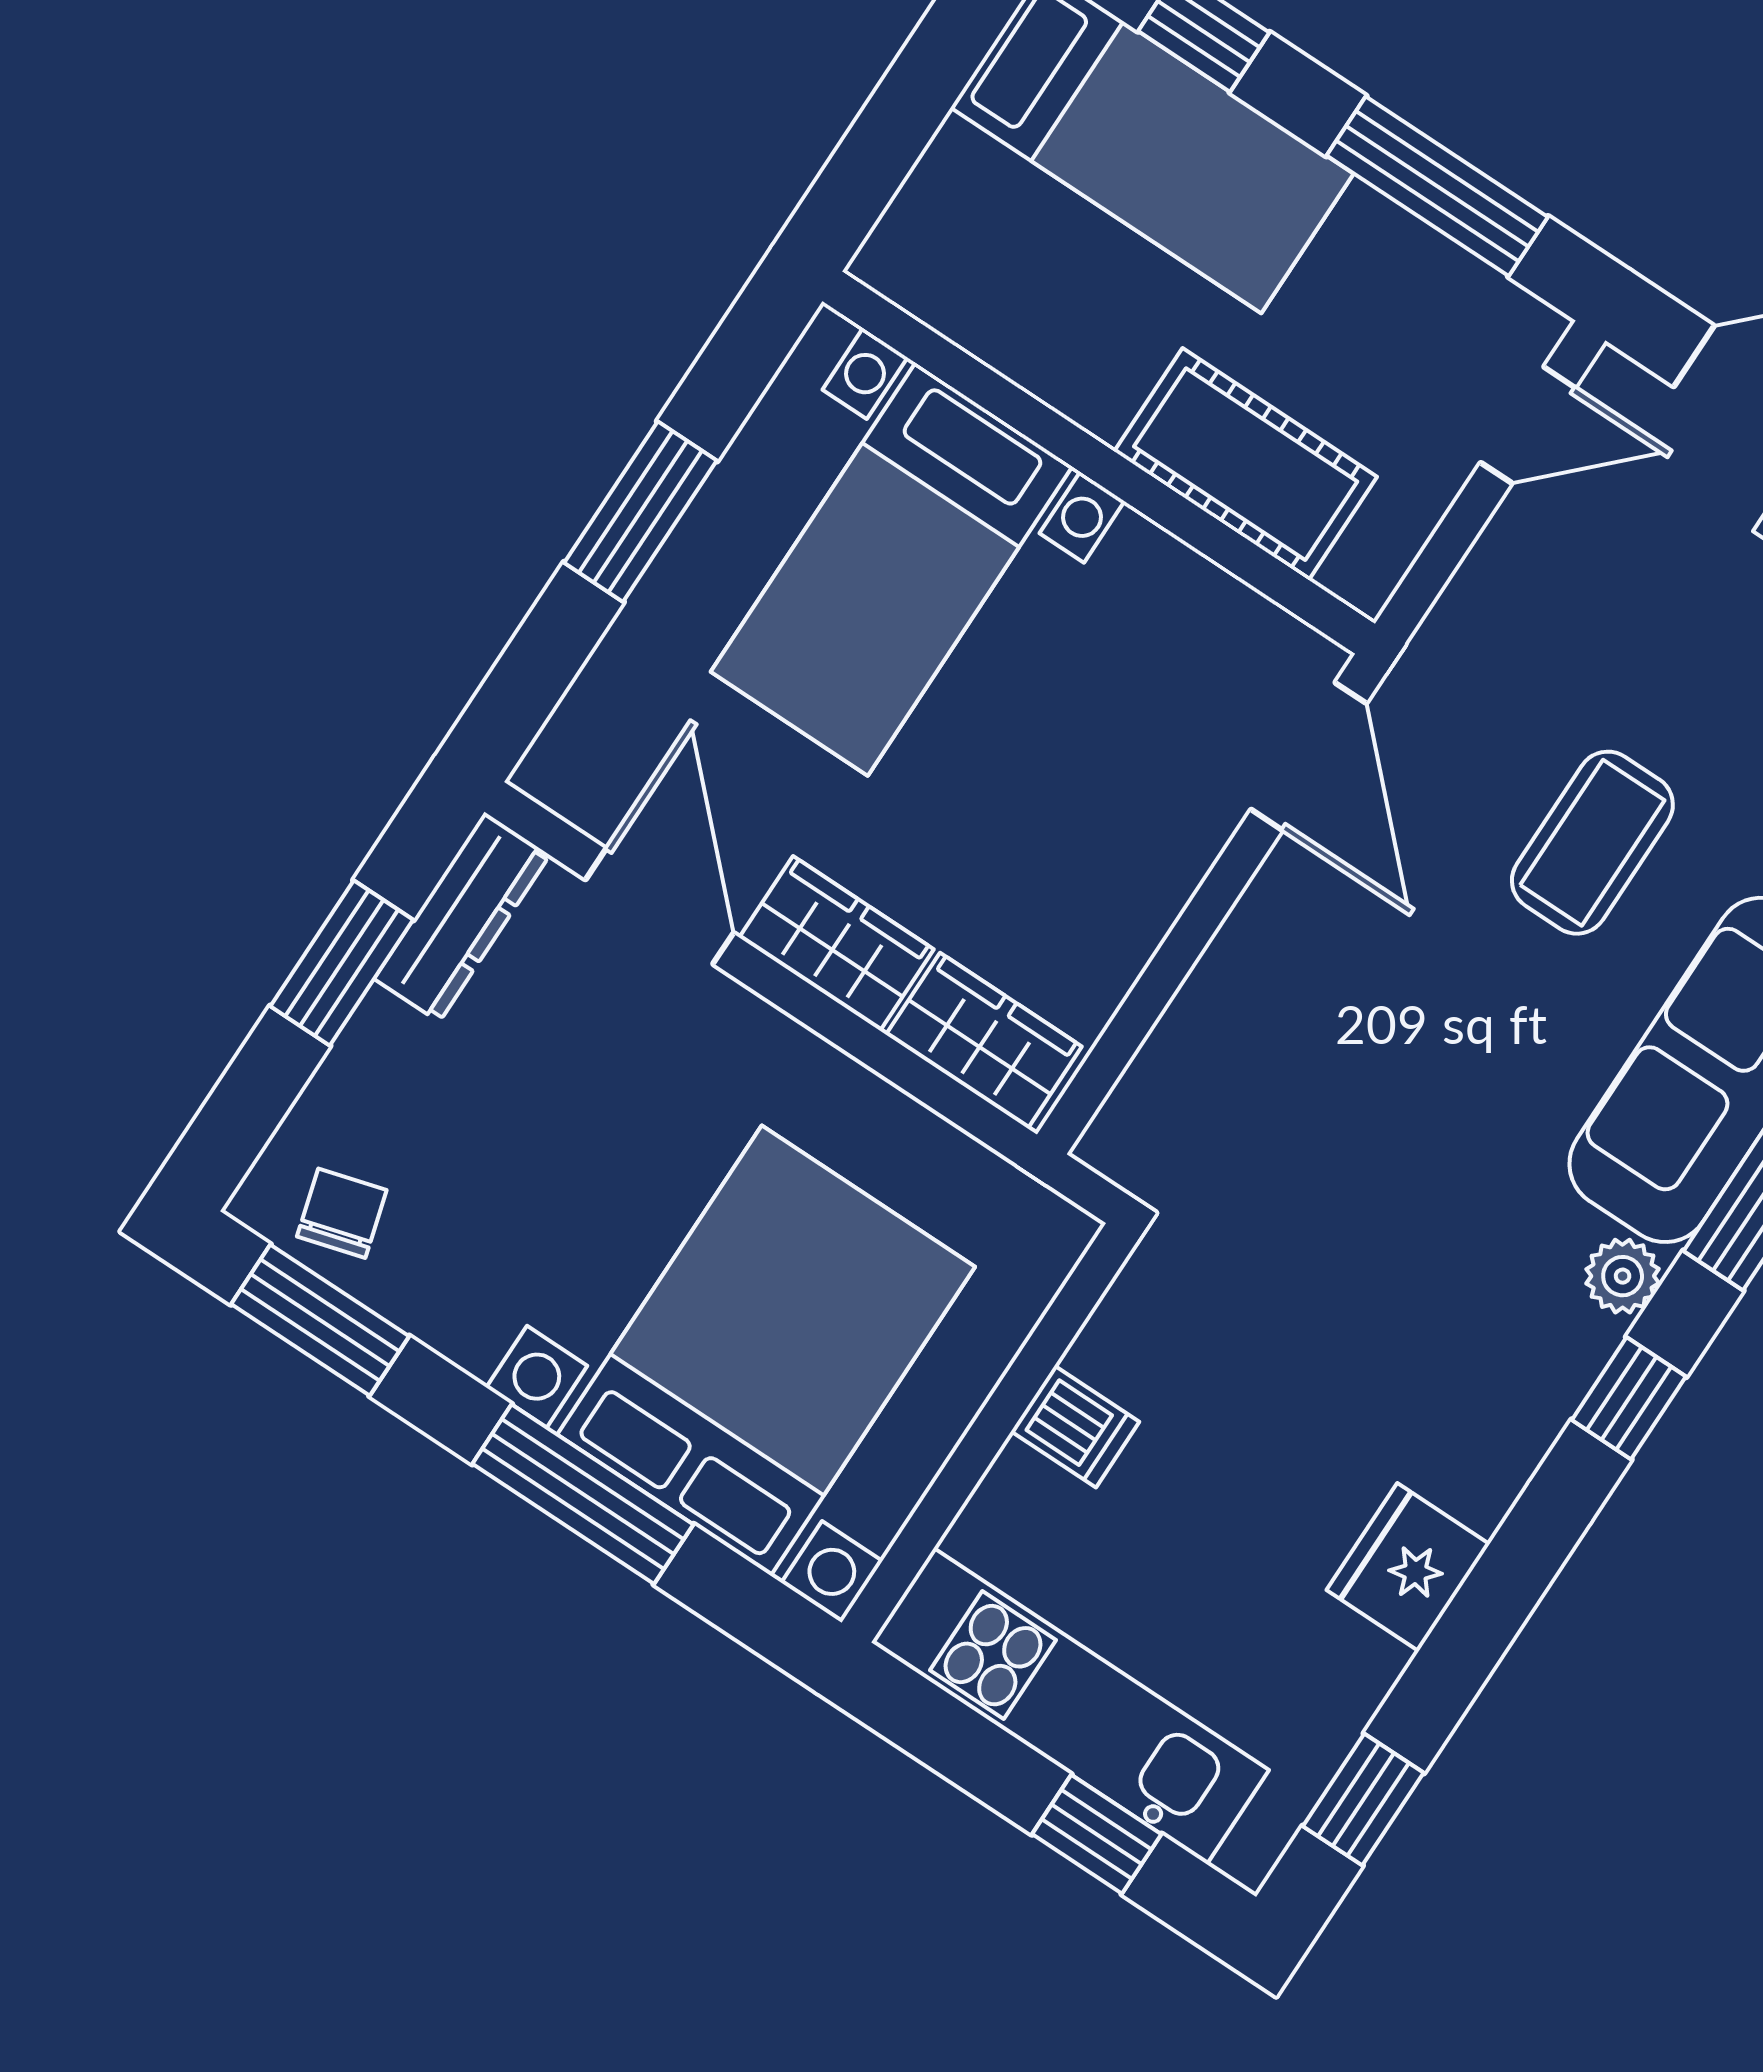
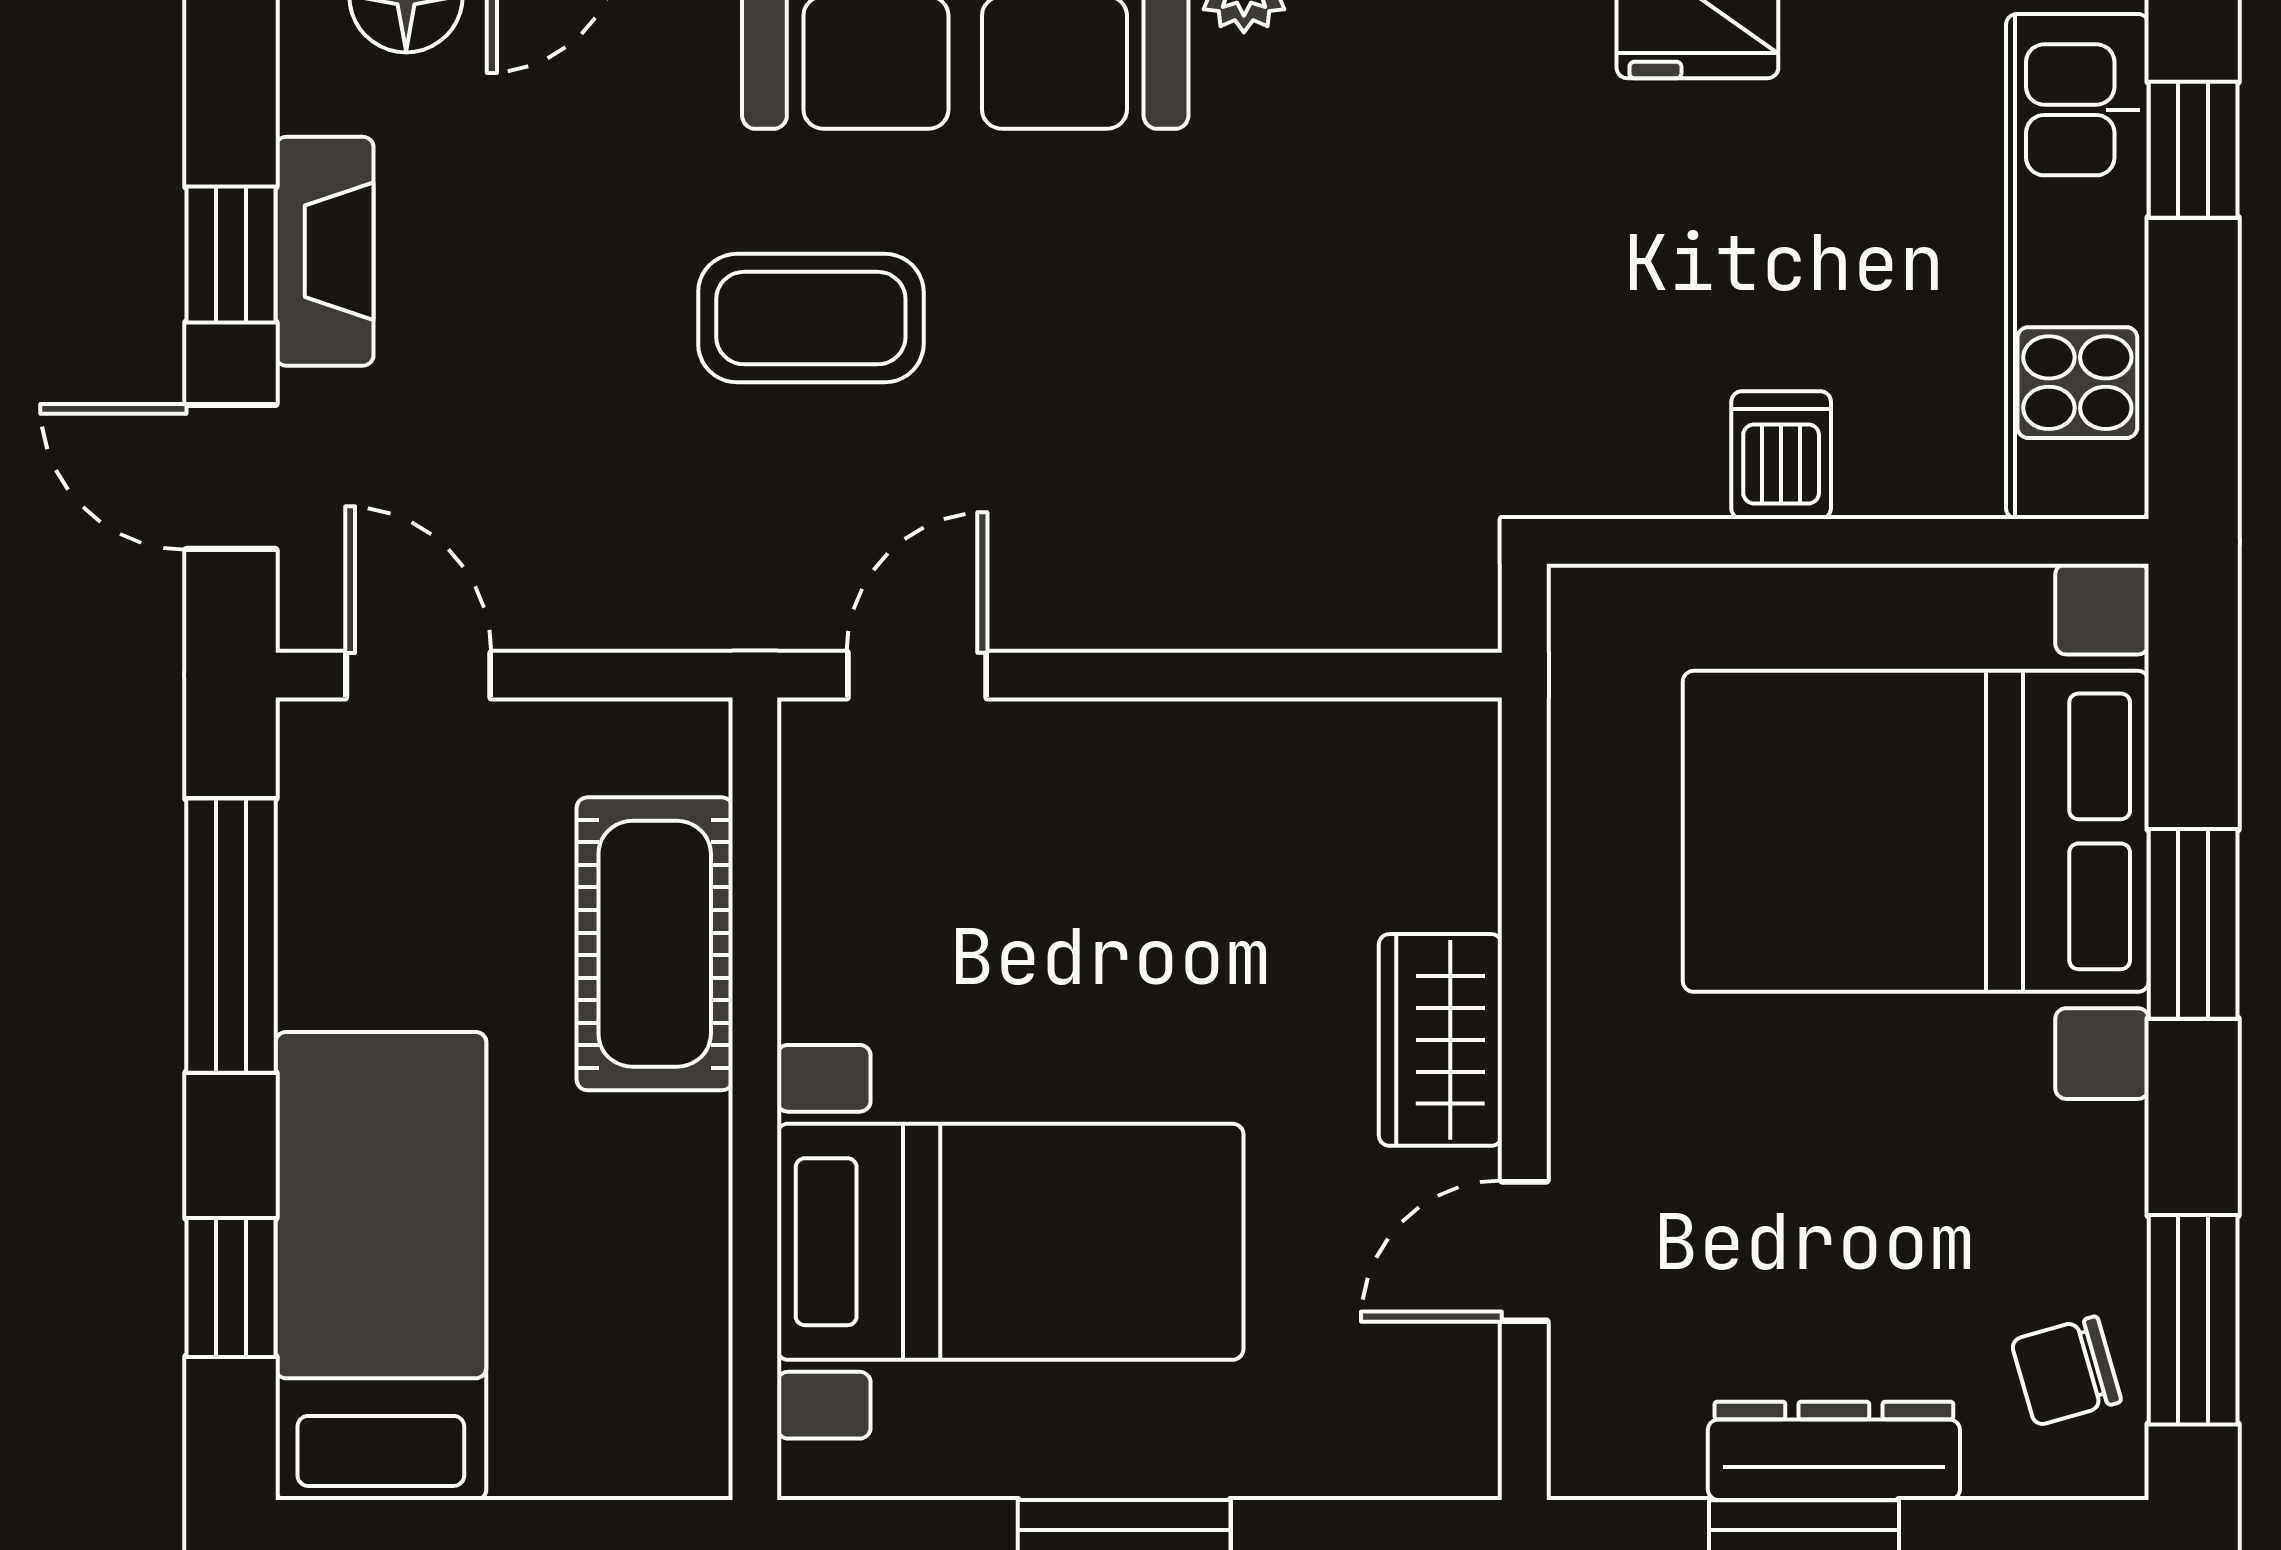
door: (1309, 756) -> (917, 675), width x0.73
door: (660, 906) -> (1524, 1251), width x0.73
dresser: (462, 917) -> (1834, 1451), moved
wardrobe: (984, 1041) -> (1440, 818), removed
window: (583, 1494) -> (2193, 924), width x0.69

